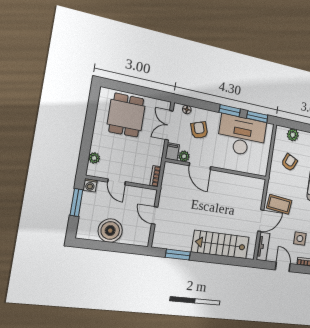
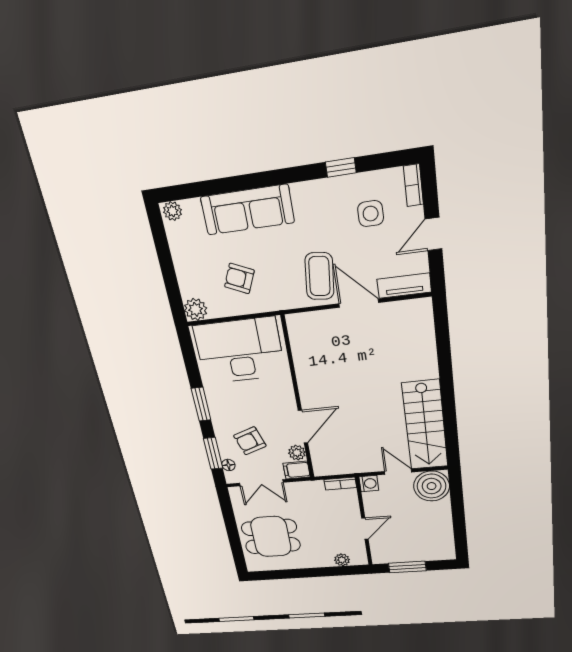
window: (257, 117) -> (213, 453), moved
plant: (293, 135) -> (196, 309), moved
desk: (242, 136) -> (239, 351), moved, turned 90
washing machine: (90, 185) -> (369, 484), moved
door: (155, 215) -> (398, 472), swing flipped
boiler: (110, 231) -> (432, 486), moved
stairs: (221, 244) -> (425, 425), moved
window: (178, 255) -> (450, 426), removed

